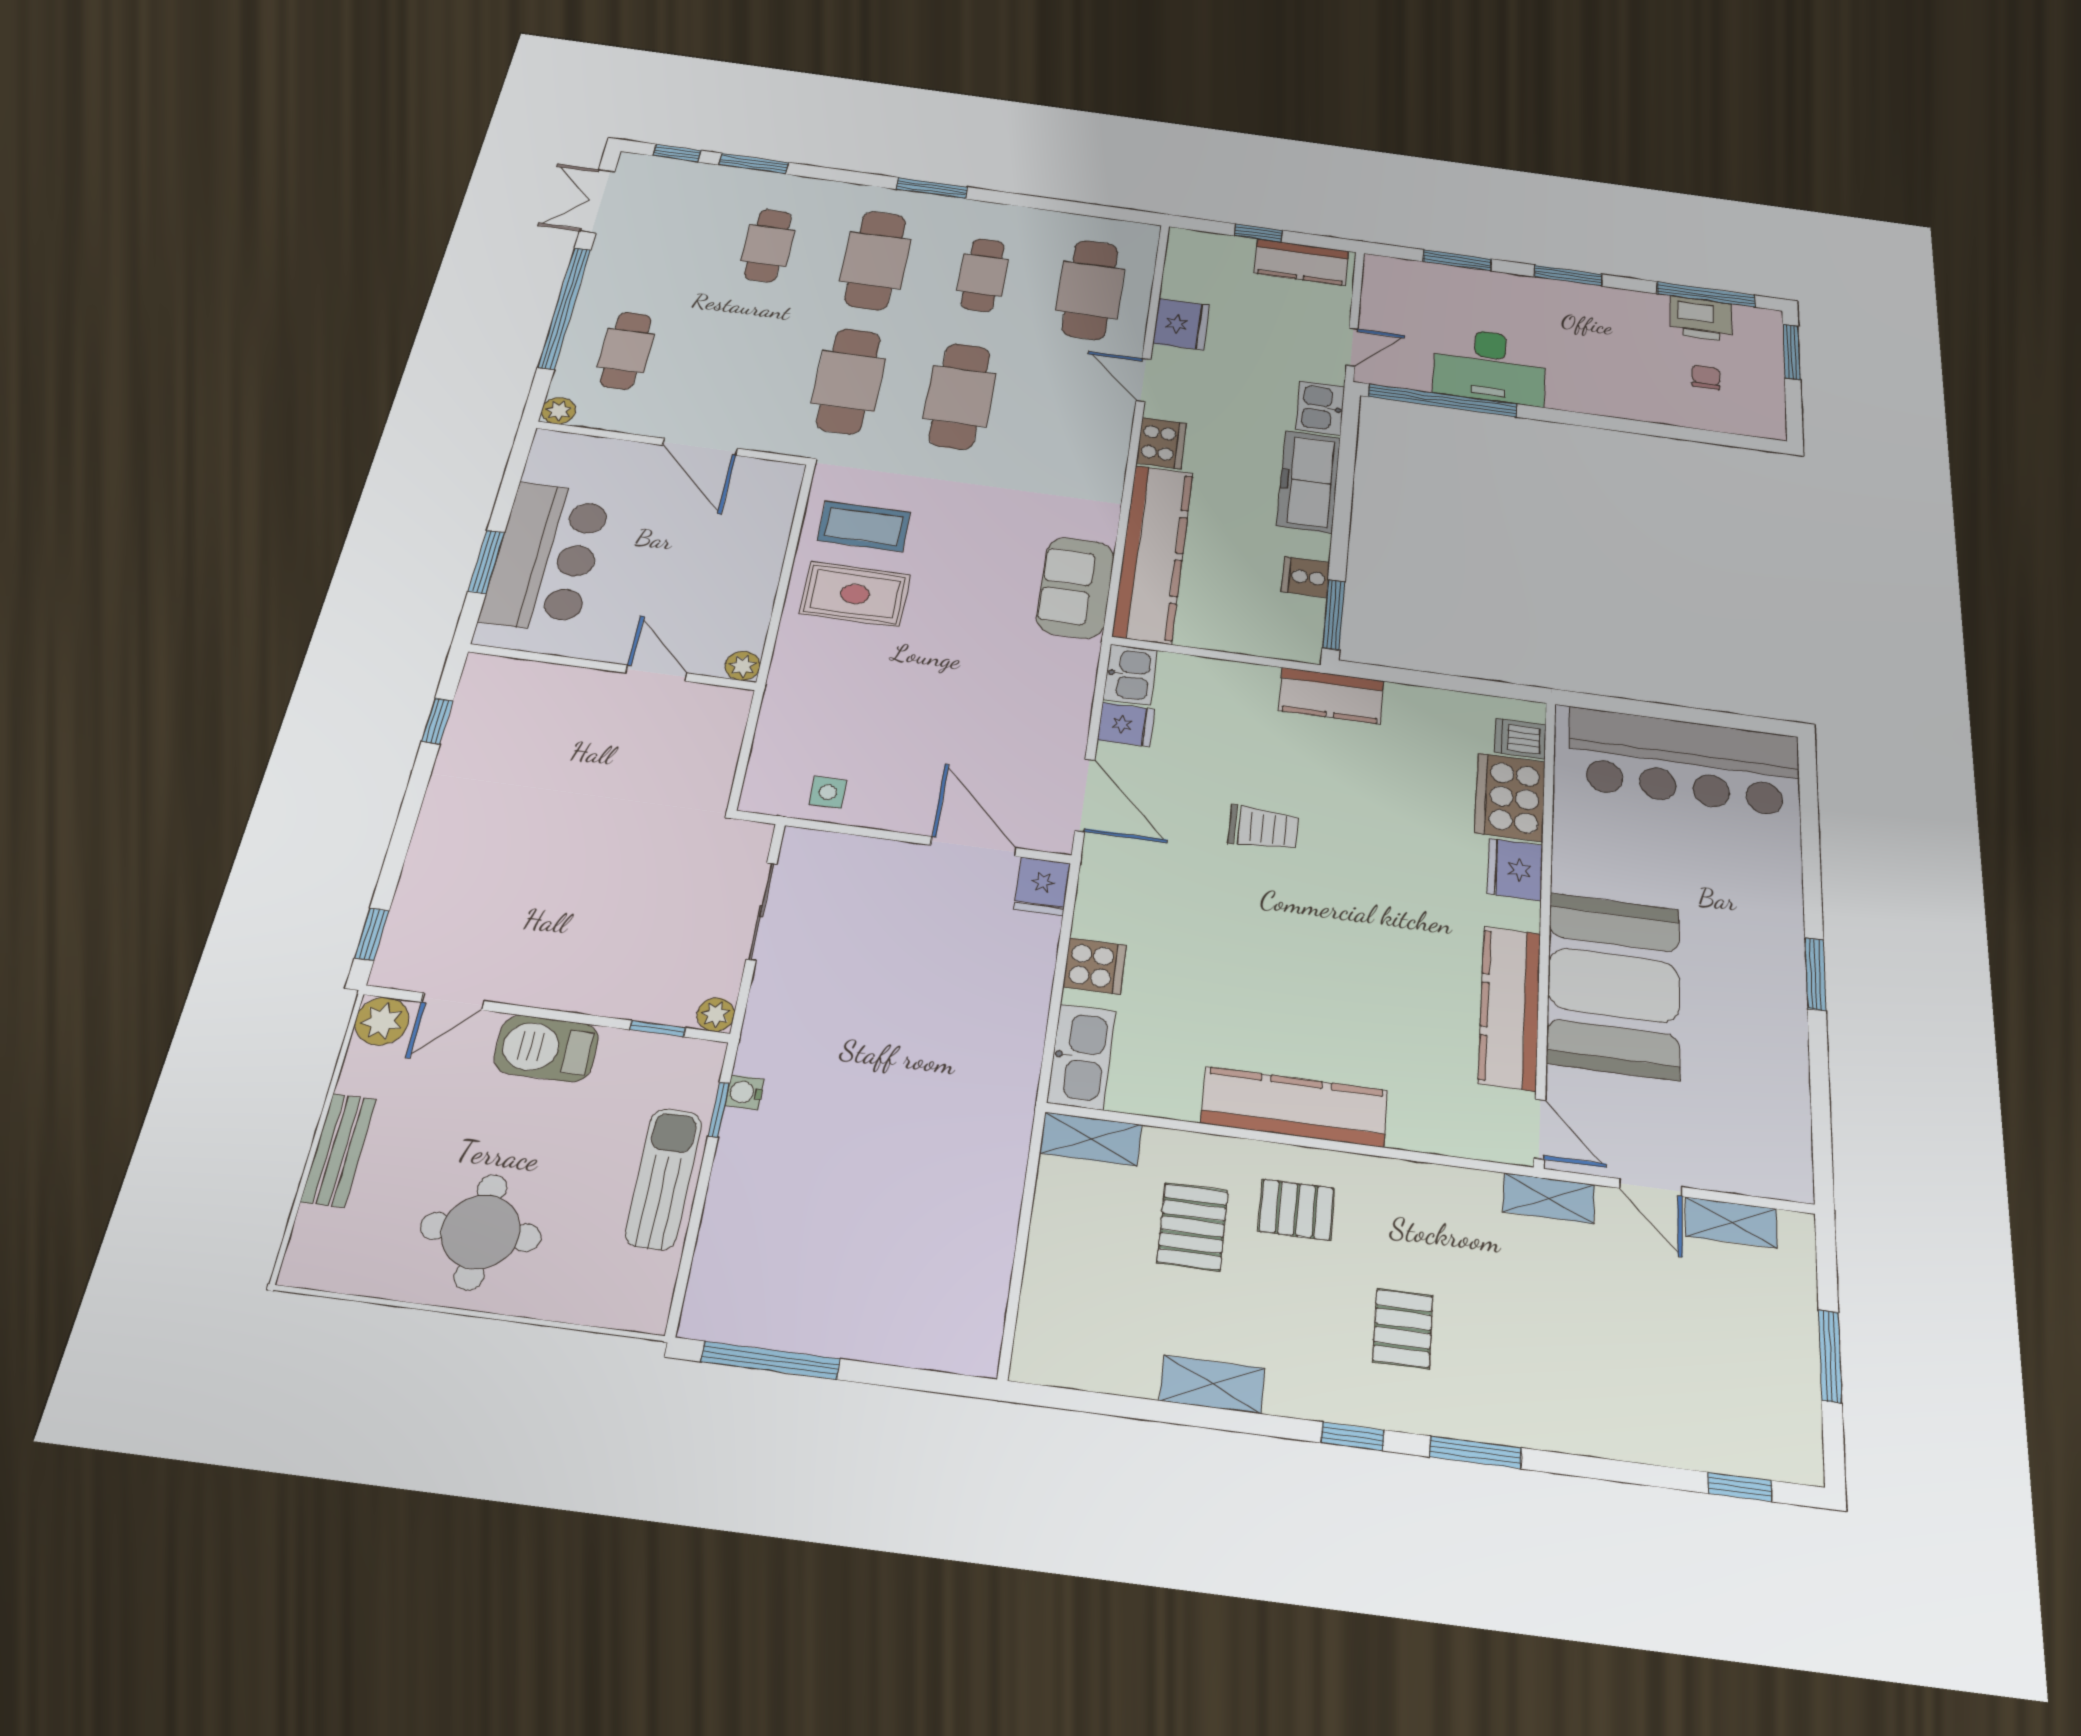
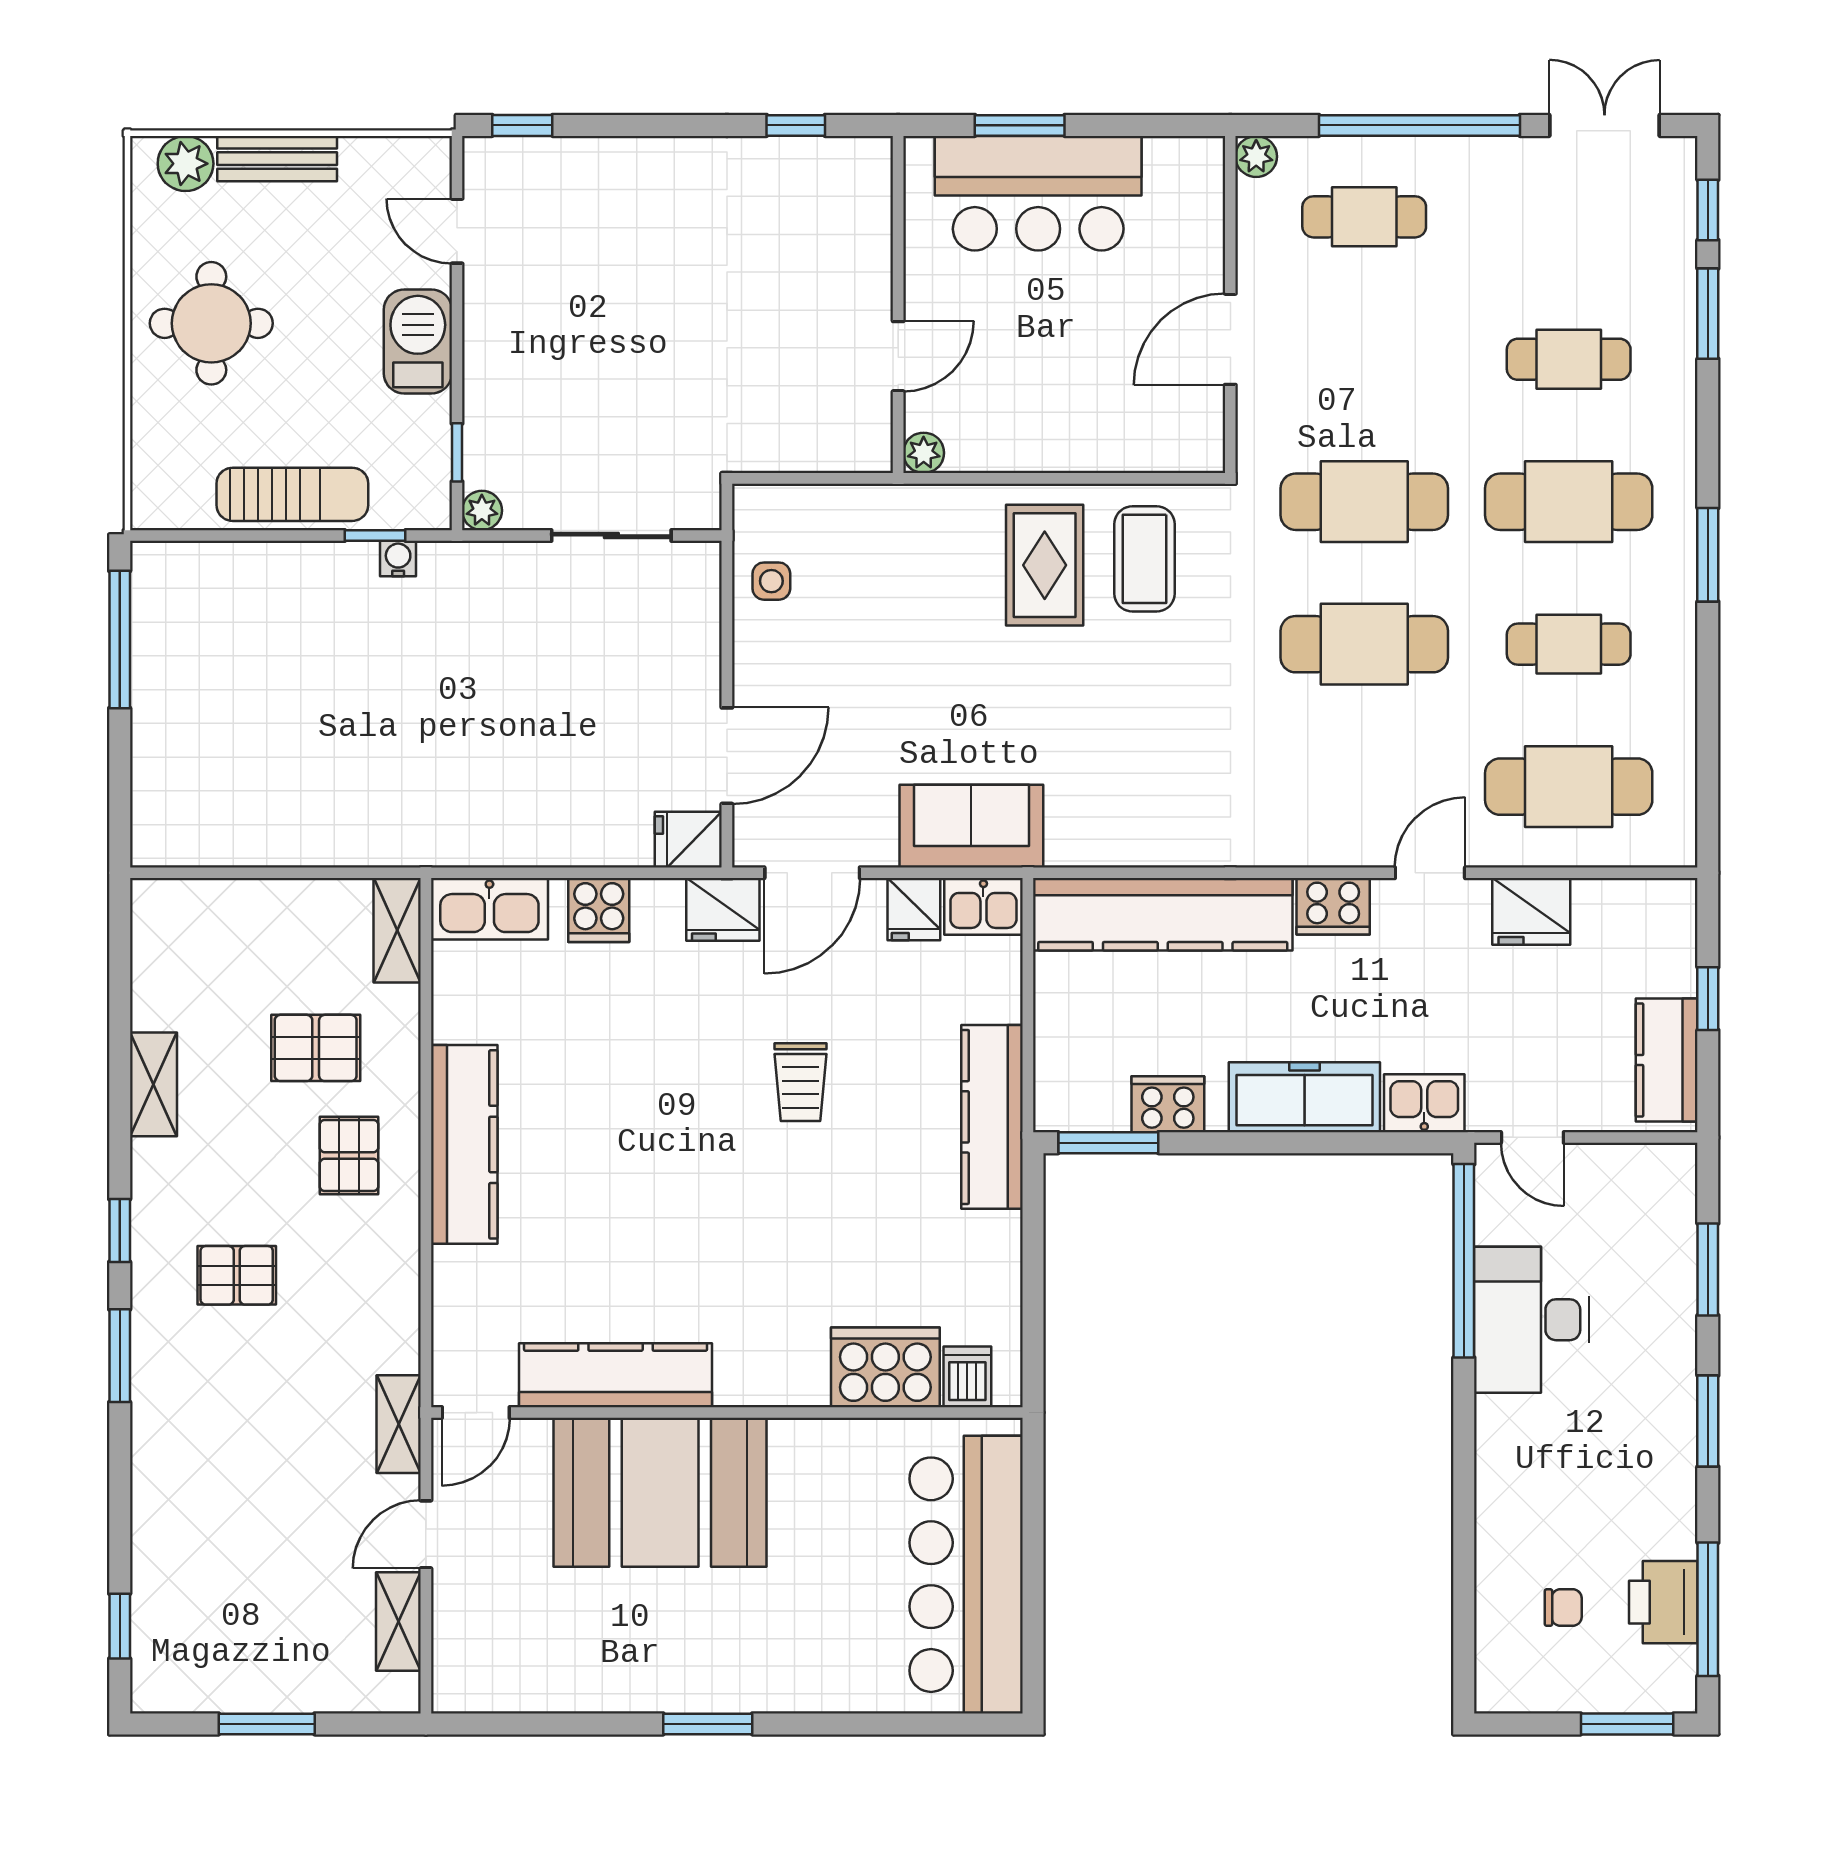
cooker: (1306, 577) -> (1168, 1104), width x1.36
sofa: (1075, 588) -> (971, 826), moved
kitchen counter: (1331, 696) -> (992, 1117), width x1.50
fridge: (1515, 869) -> (723, 909), moved, turned 180
plant: (382, 1021) -> (186, 164), moved

